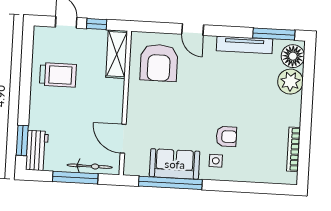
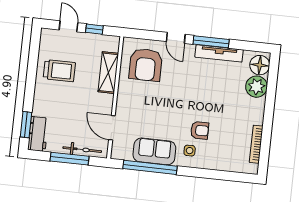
window: (274, 34) -> (211, 42), moved
shelving: (117, 54) -> (108, 73), moved

